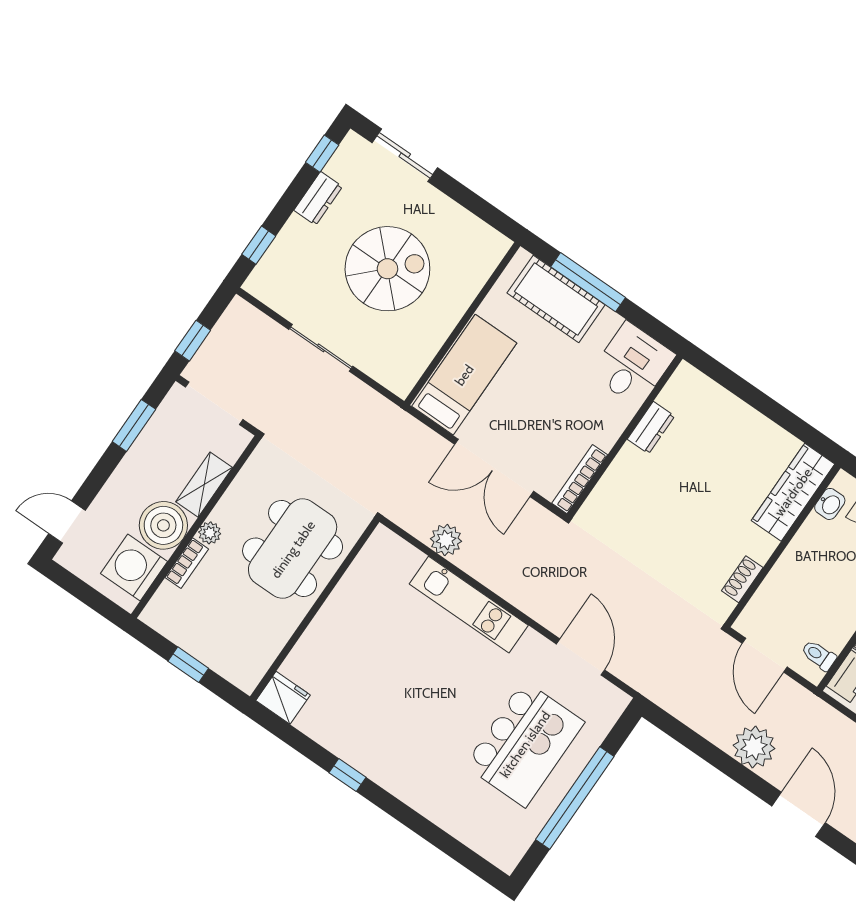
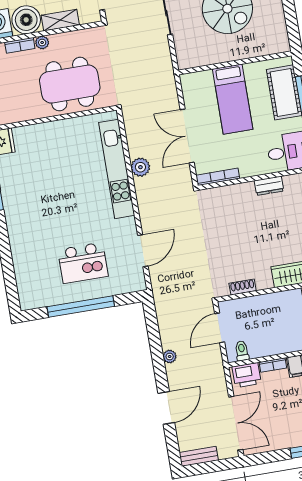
bed: (464, 375) -> (233, 99), moved, turned 90
plant: (446, 540) -> (140, 167), moved
kitchen unit: (469, 605) -> (117, 169), width x1.36
kitchen island: (525, 744) -> (83, 263), width x0.73, depth x0.78
plant: (754, 747) -> (170, 356), width x0.53, depth x0.53

